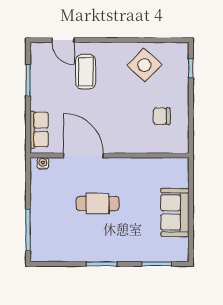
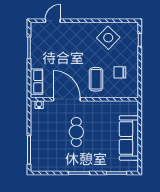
door: (63, 40) -> (53, 21), swing flipped
coffee table: (86, 72) -> (96, 79), moved
cafe table: (98, 204) -> (76, 132), turned 90
sofa: (175, 212) -> (129, 138), width x1.36

